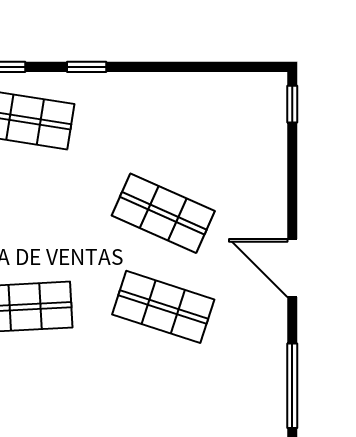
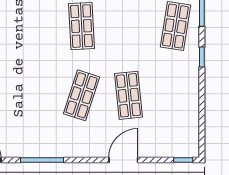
shop shelf: (163, 213) -> (128, 95), turned -30
door: (292, 268) -> (123, 160), moved

